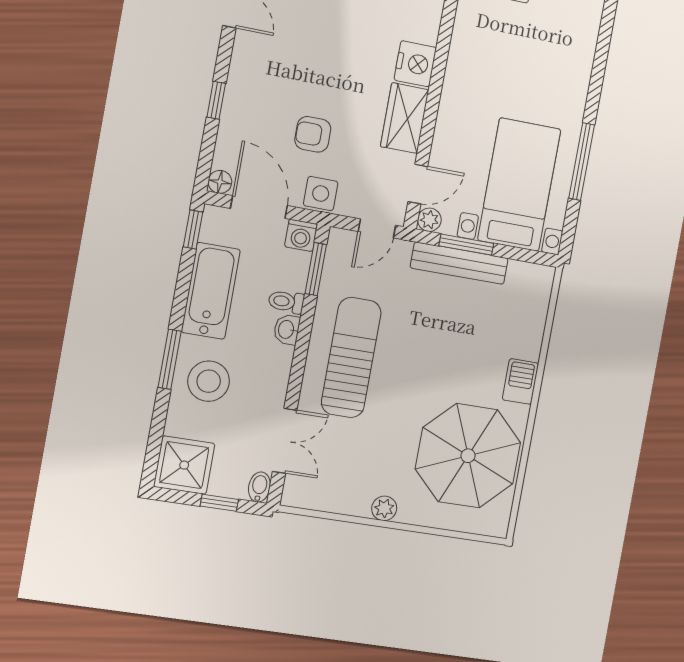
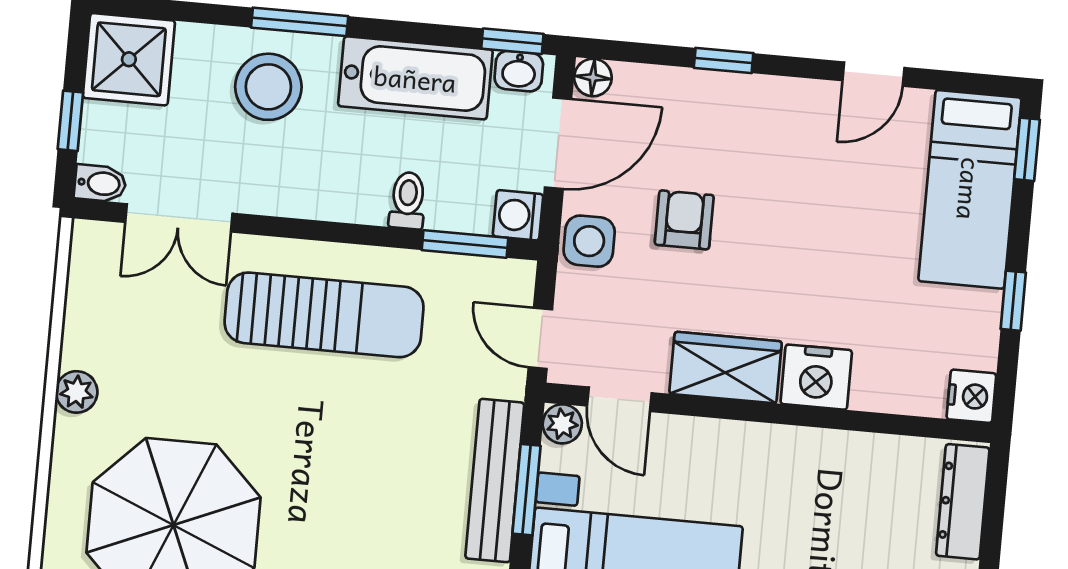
washbasin: (287, 330) -> (519, 71), moved, turned 180

